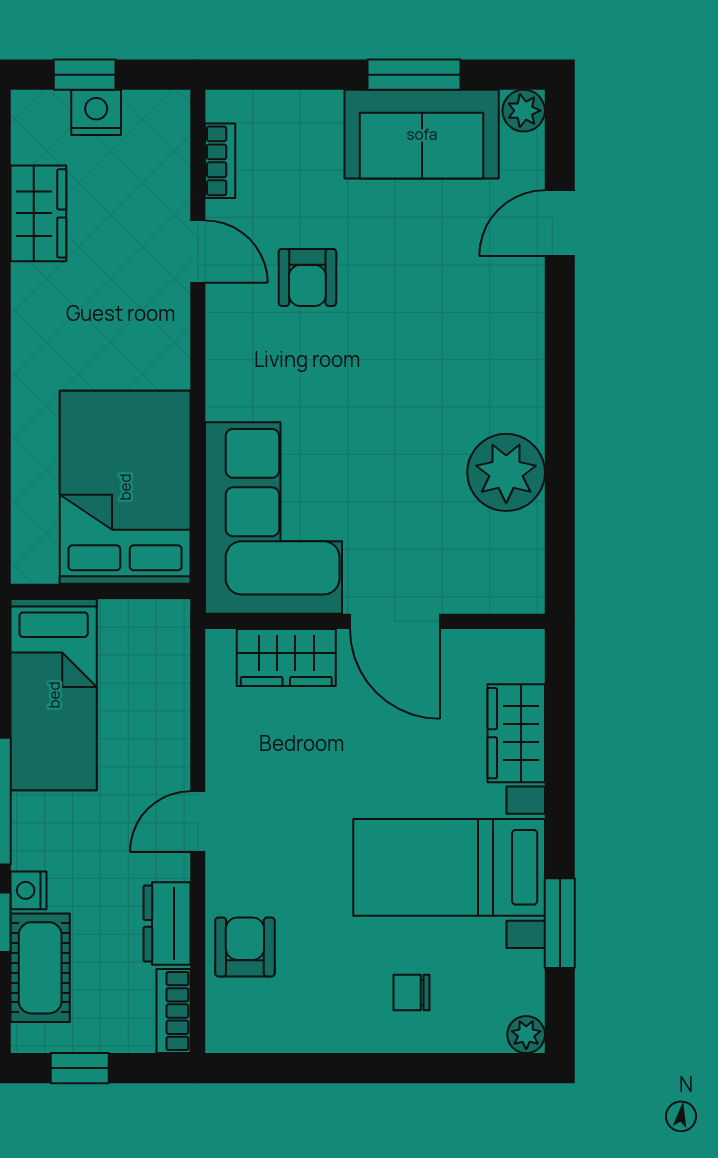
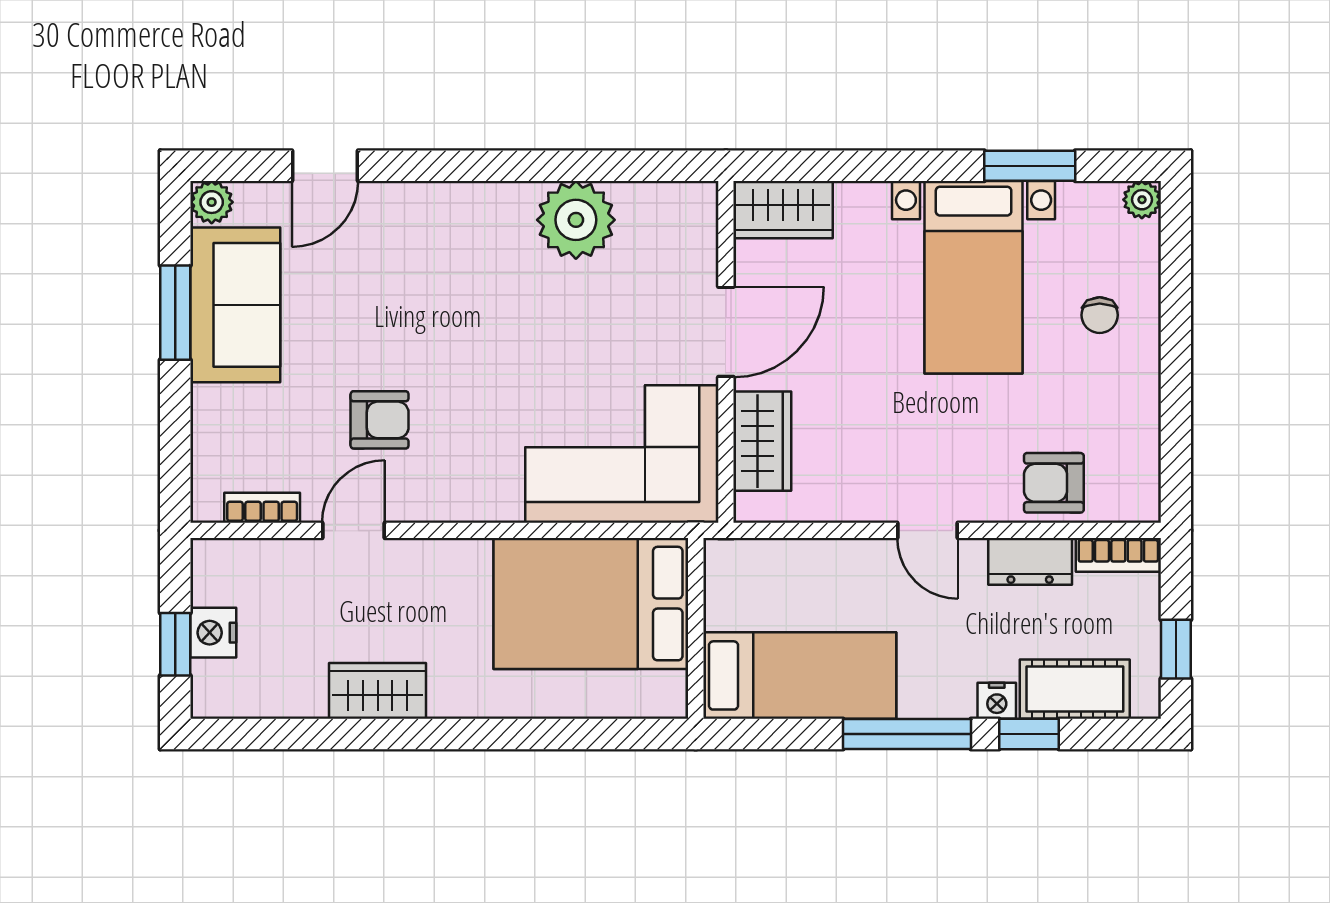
wardrobe: (38, 213) -> (378, 691), moved
door: (560, 223) -> (325, 166), hinge flipped
wardrobe: (516, 733) -> (783, 210), moved

